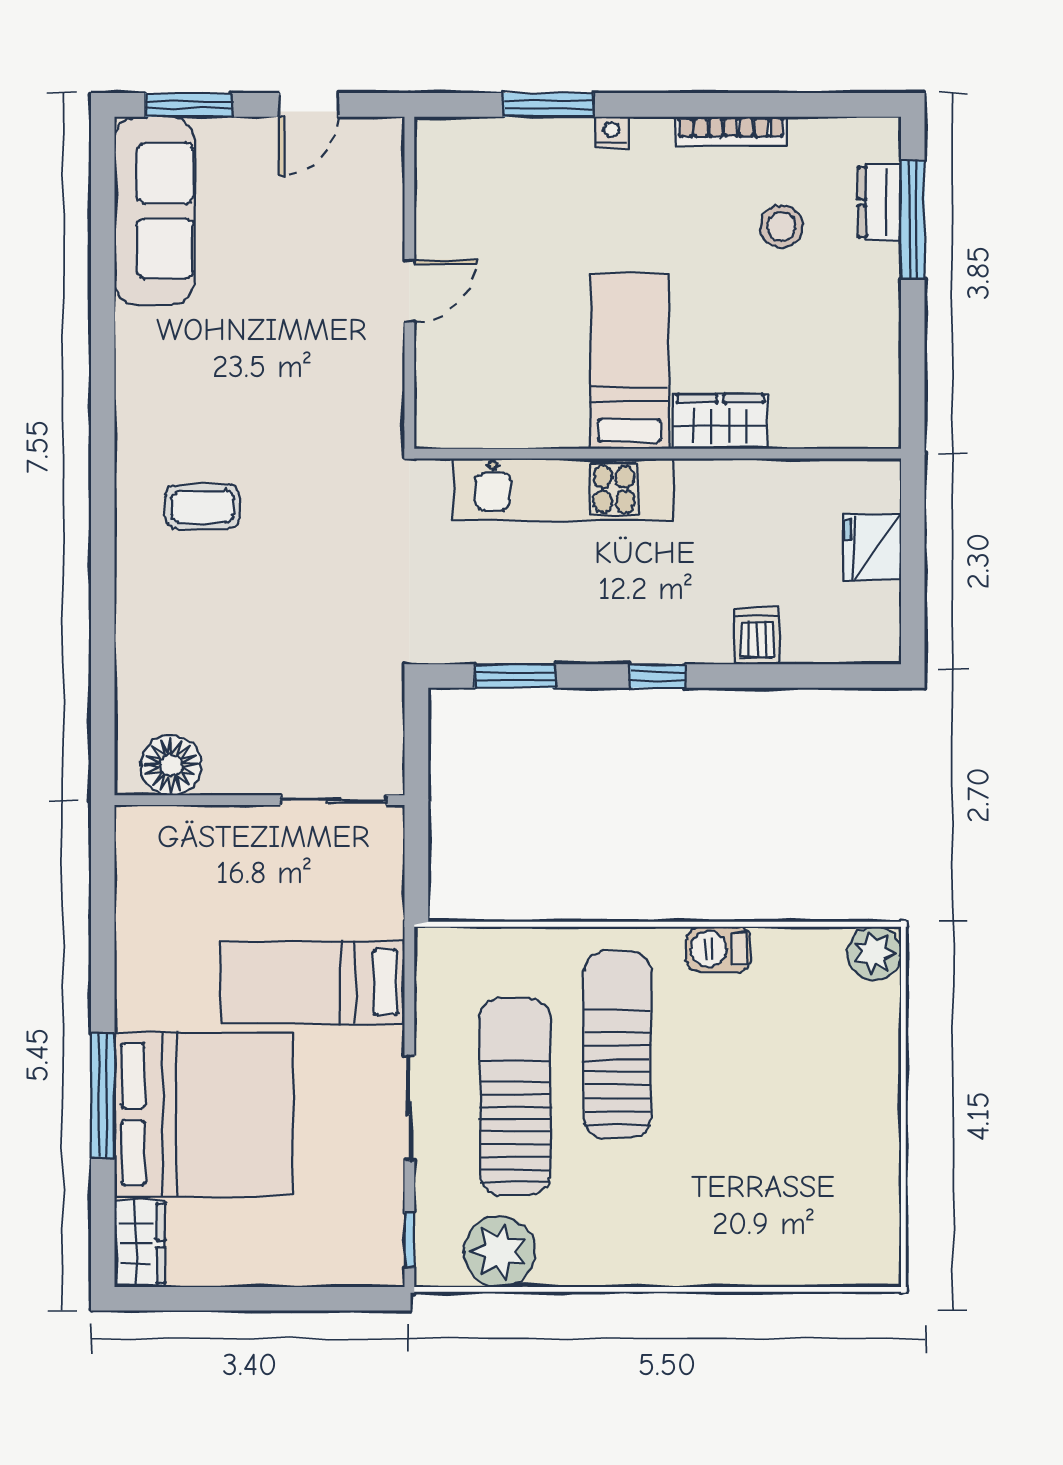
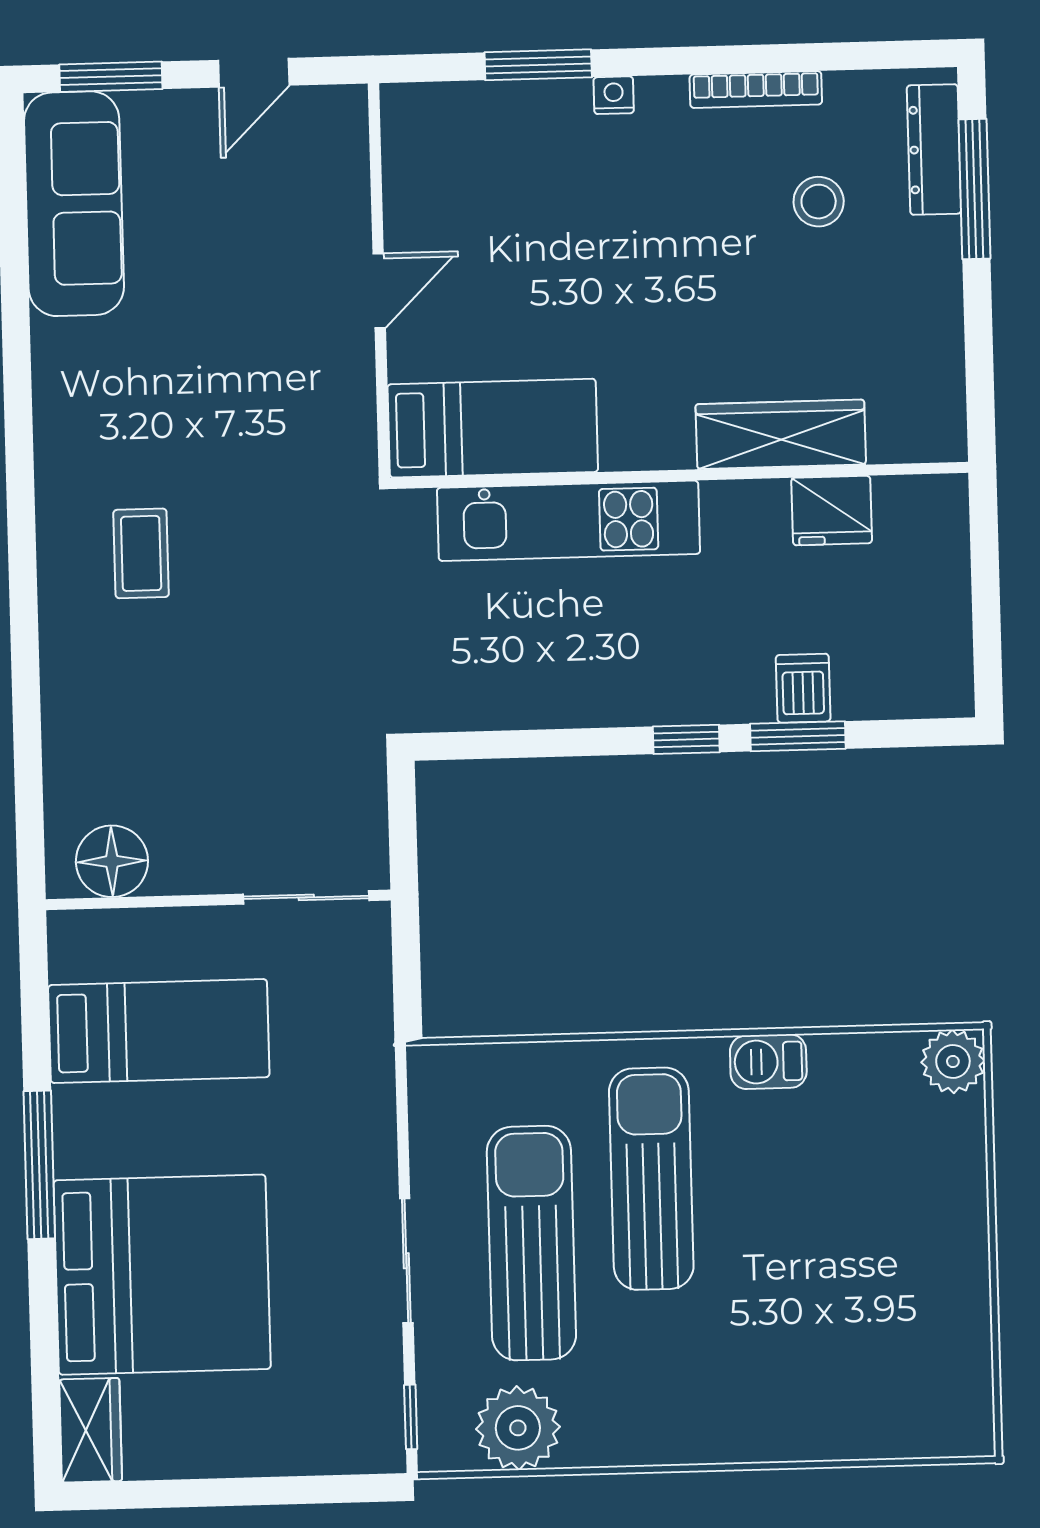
dresser: (880, 202) -> (934, 150), width x1.44
bed: (630, 361) -> (493, 428), moved, turned 90
wardrobe: (720, 422) -> (781, 434), width x1.50
coffee table: (203, 507) -> (141, 553), turned 90
fridge: (872, 547) -> (832, 511), moved, turned -90
window: (515, 676) -> (798, 736), moved
bed: (313, 982) -> (159, 1031), moved, turned 180
window: (103, 1095) -> (39, 1165), moved

